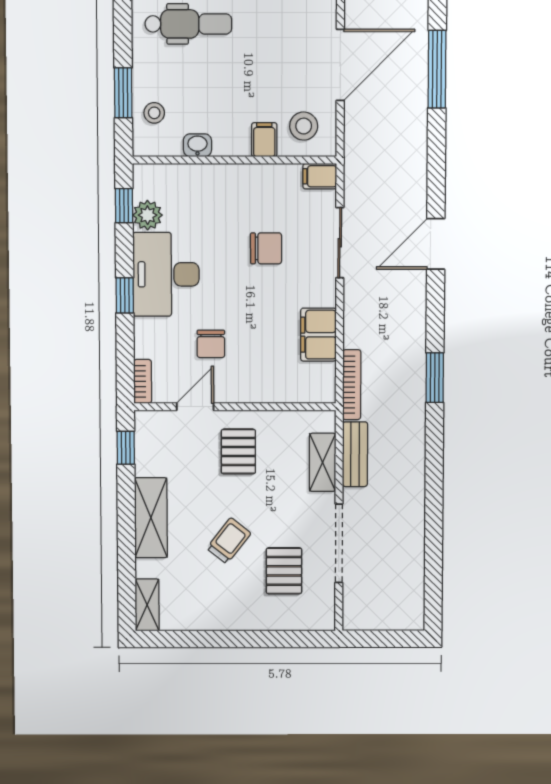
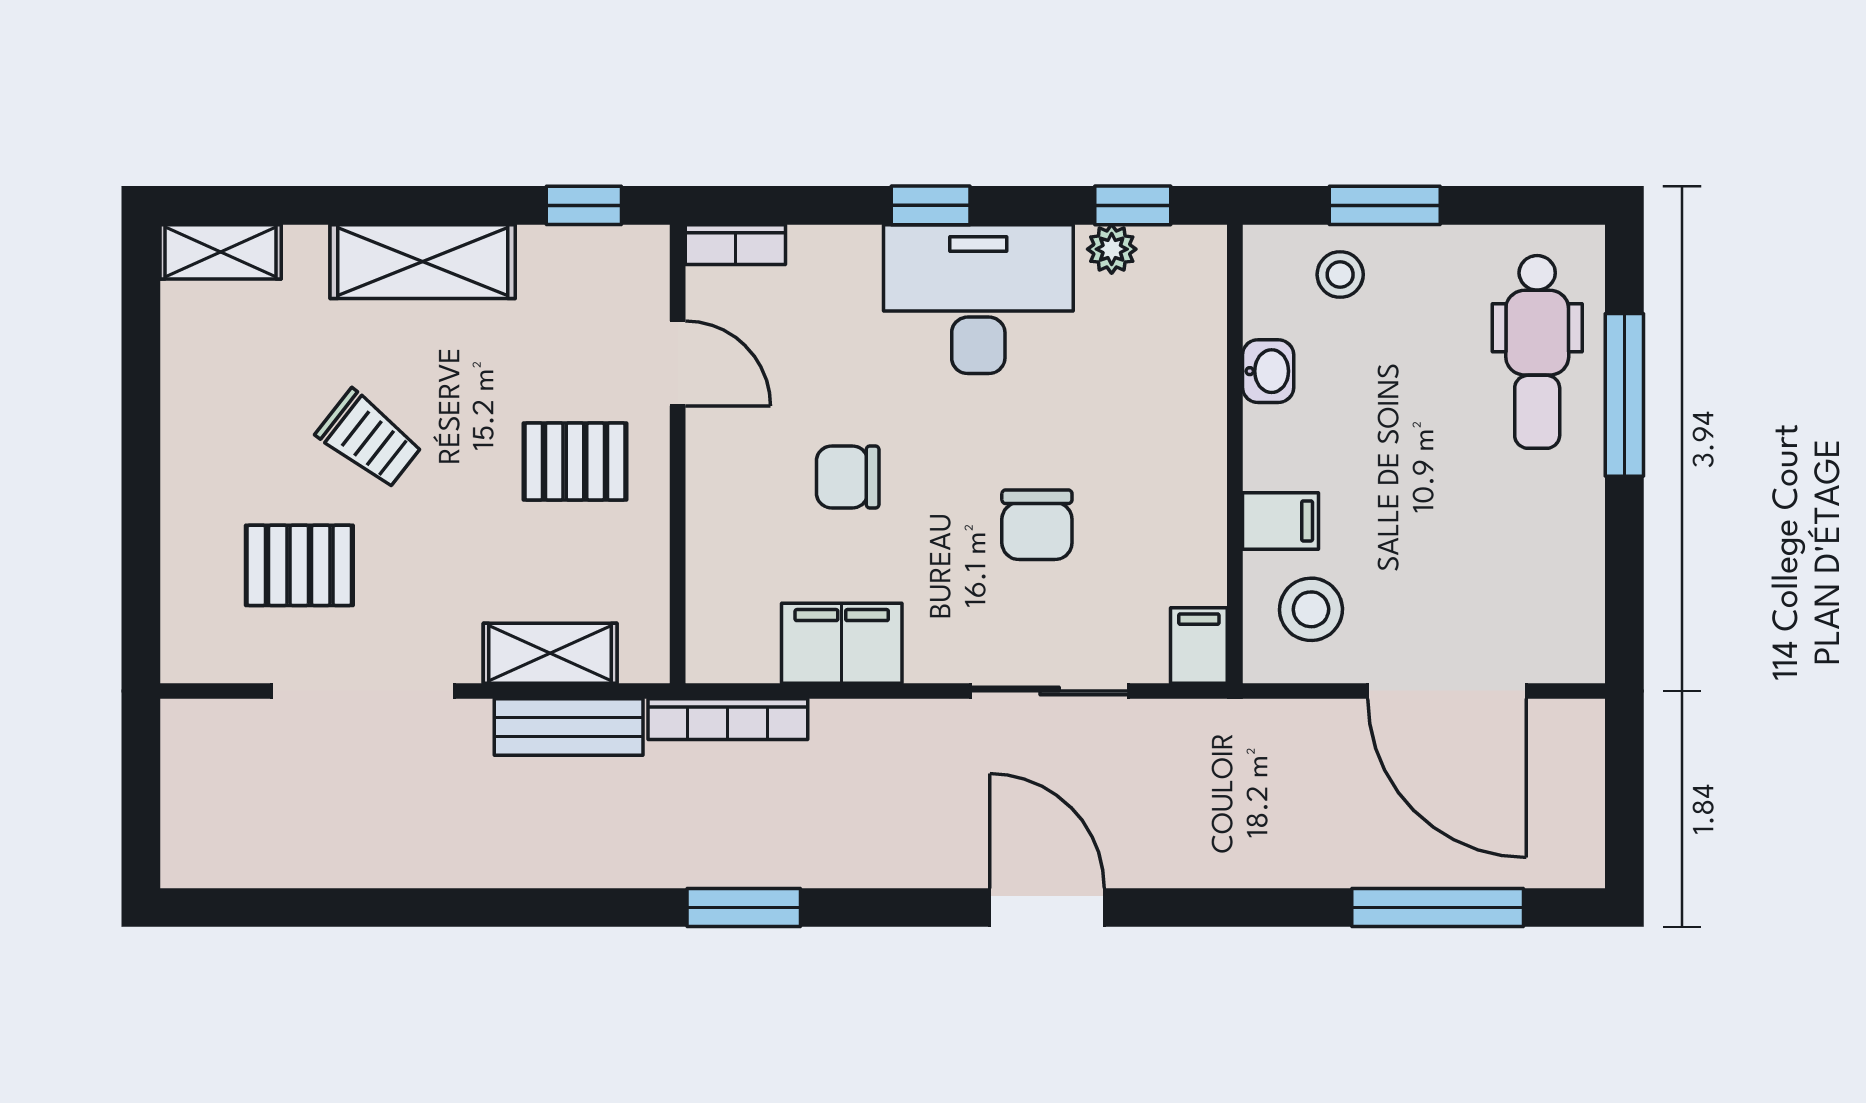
plant: (148, 215) -> (1112, 249), width x0.73, depth x0.73
chair: (211, 344) -> (848, 477), moved

